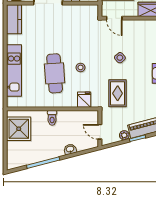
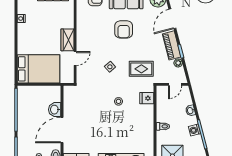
door: (114, 18) -> (75, 58), moved
cafe table: (55, 73) -> (124, 124), removed
washing machine: (48, 154) -> (194, 130), added

